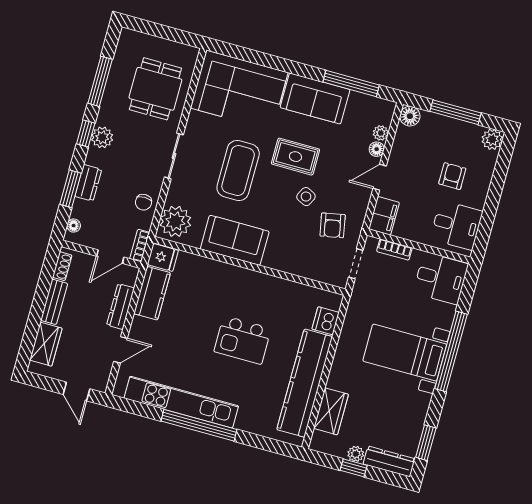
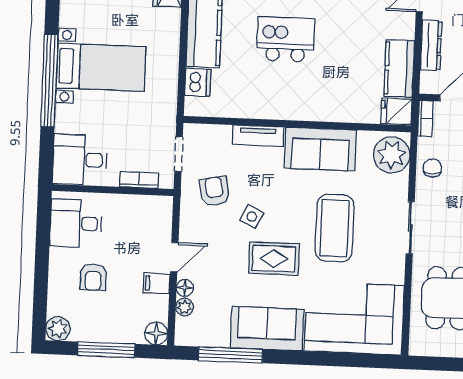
filing cabinet: (384, 216) -> (157, 283), moved, width x0.50
tv unit: (285, 264) -> (258, 136), added

